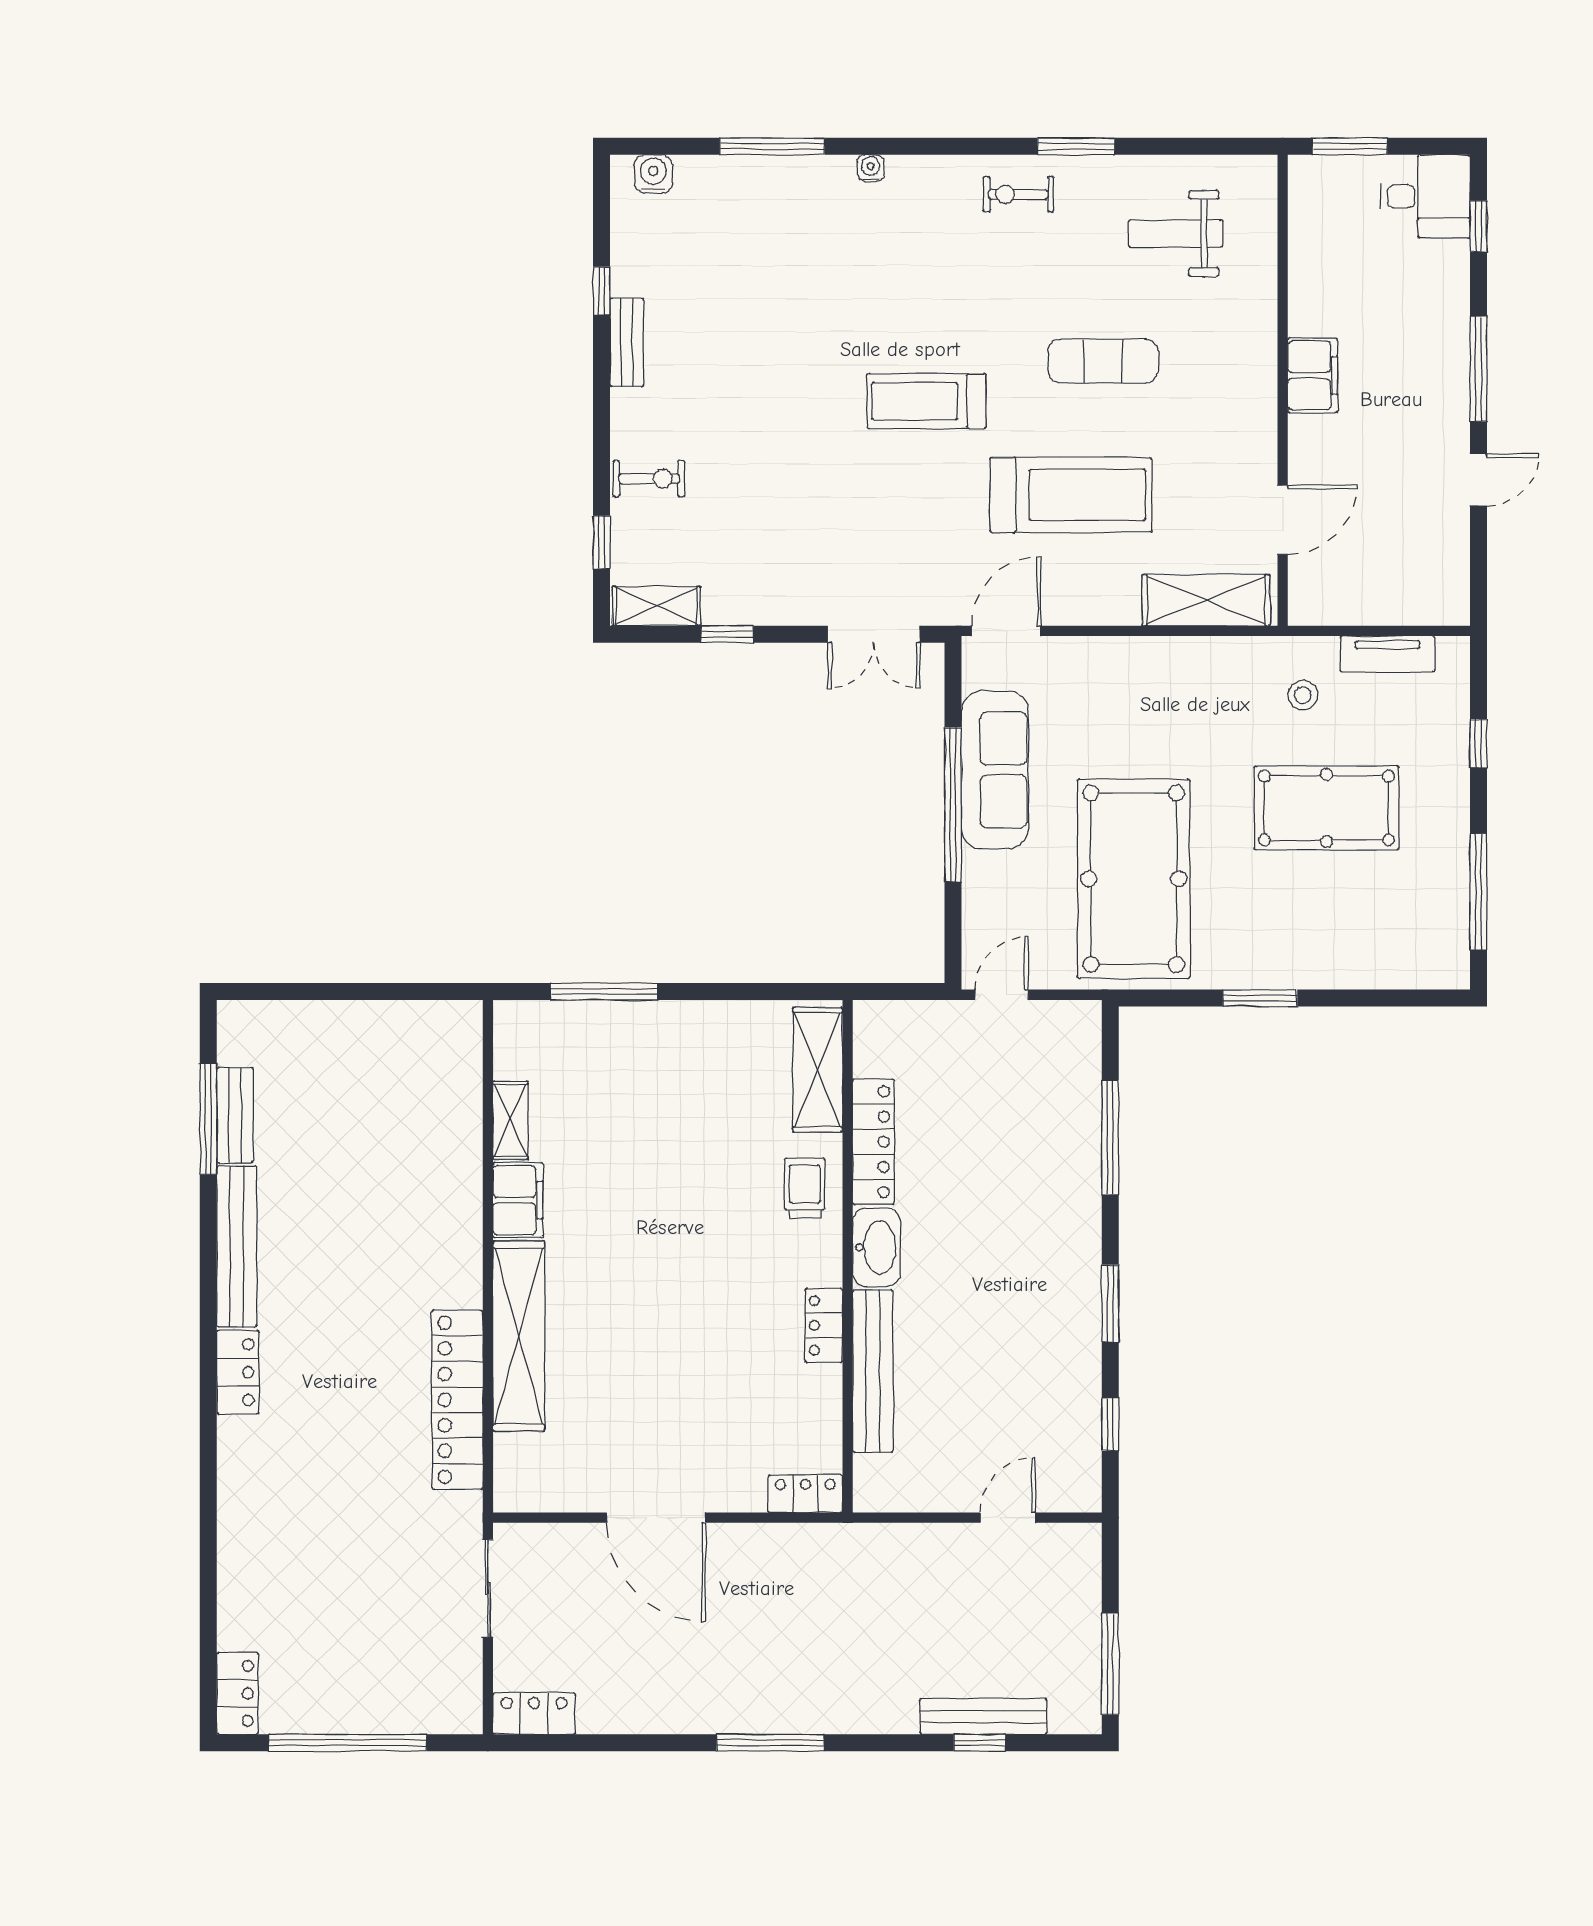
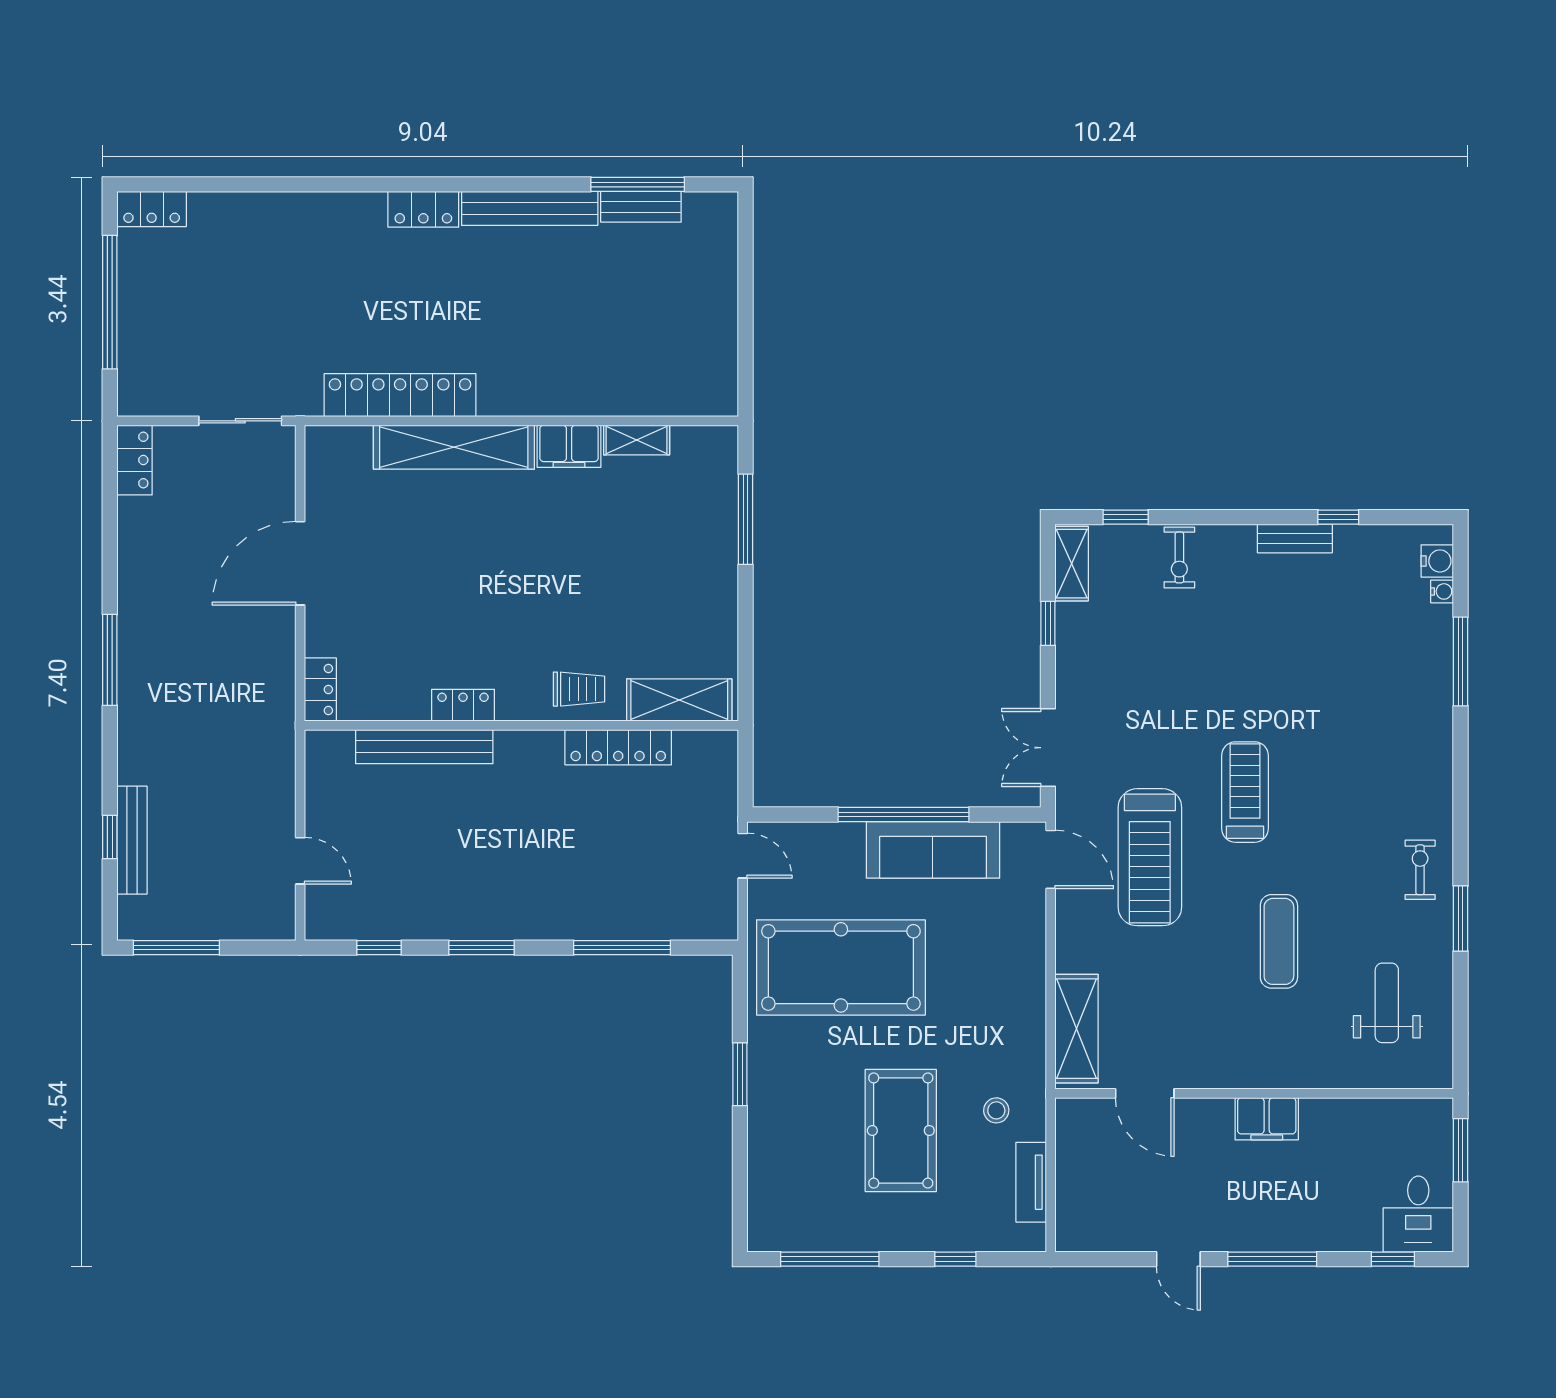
water cooler: (871, 168) -> (1442, 591), moved
treadmill: (1071, 495) -> (1150, 857), moved
washbasin: (877, 1247) -> (529, 750), removed

